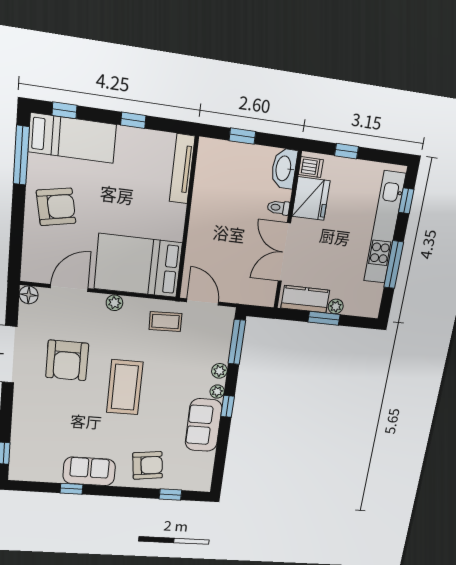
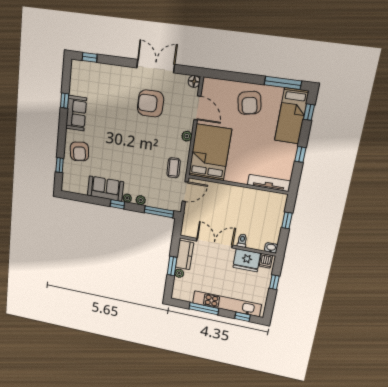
washbasin: (284, 169) -> (271, 248), width x0.52, depth x0.69
coffee table: (125, 387) -> (132, 140), removed

